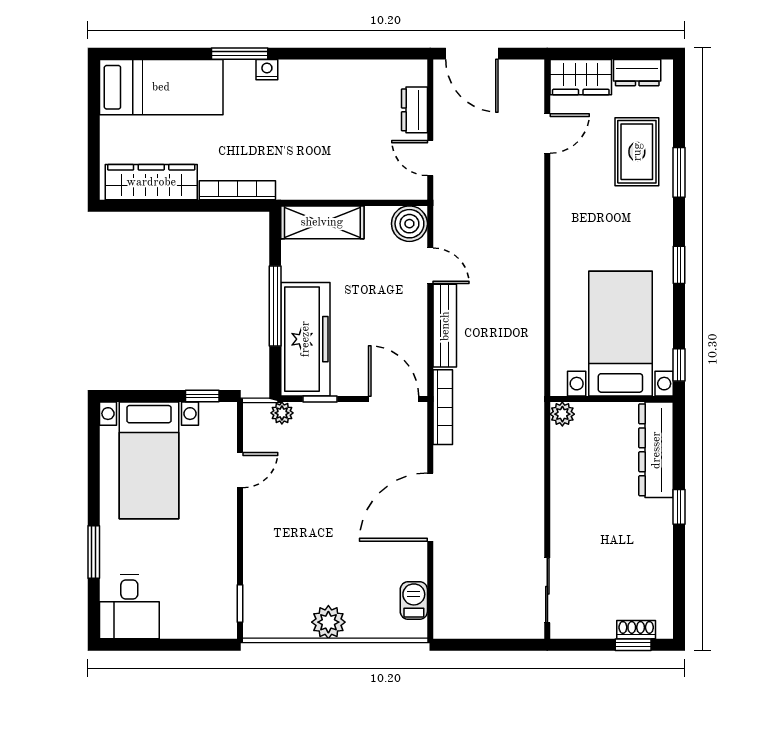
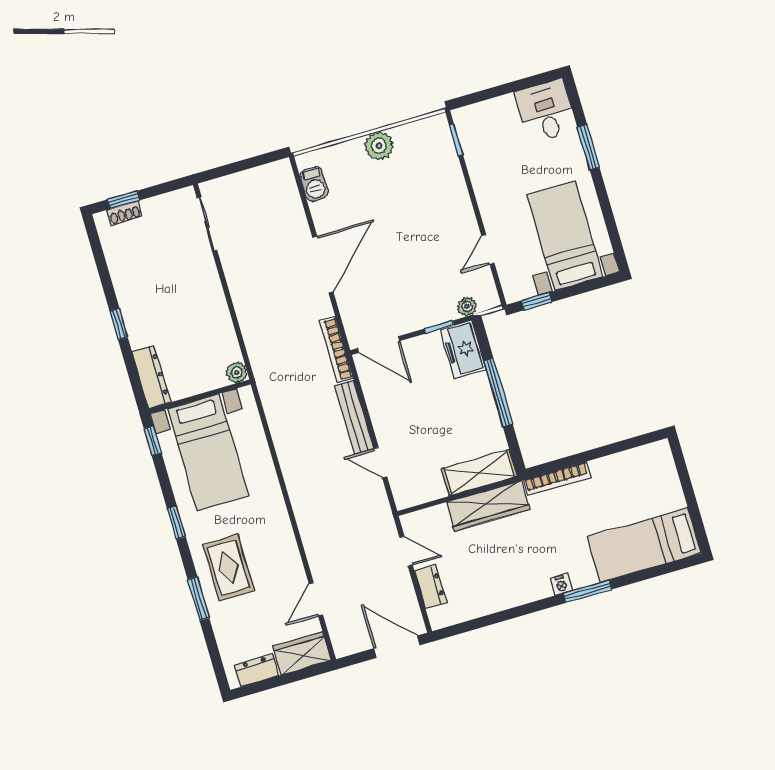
rug: (637, 152) -> (228, 568), moved
wardrobe: (151, 182) -> (488, 506), moved
boiler: (409, 224) -> (408, 492), removed
freezer: (305, 339) -> (463, 349), width x0.52, depth x0.79
dresser: (656, 450) -> (151, 377), width x0.73, depth x0.80

